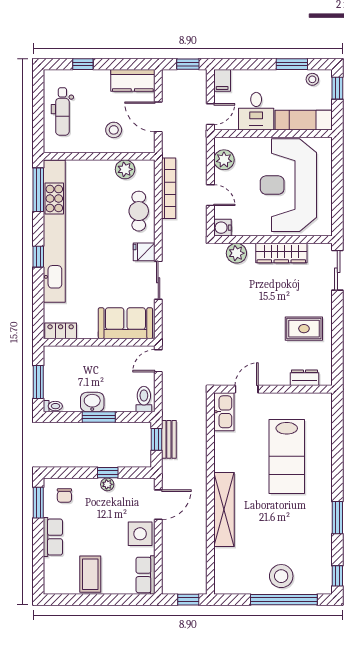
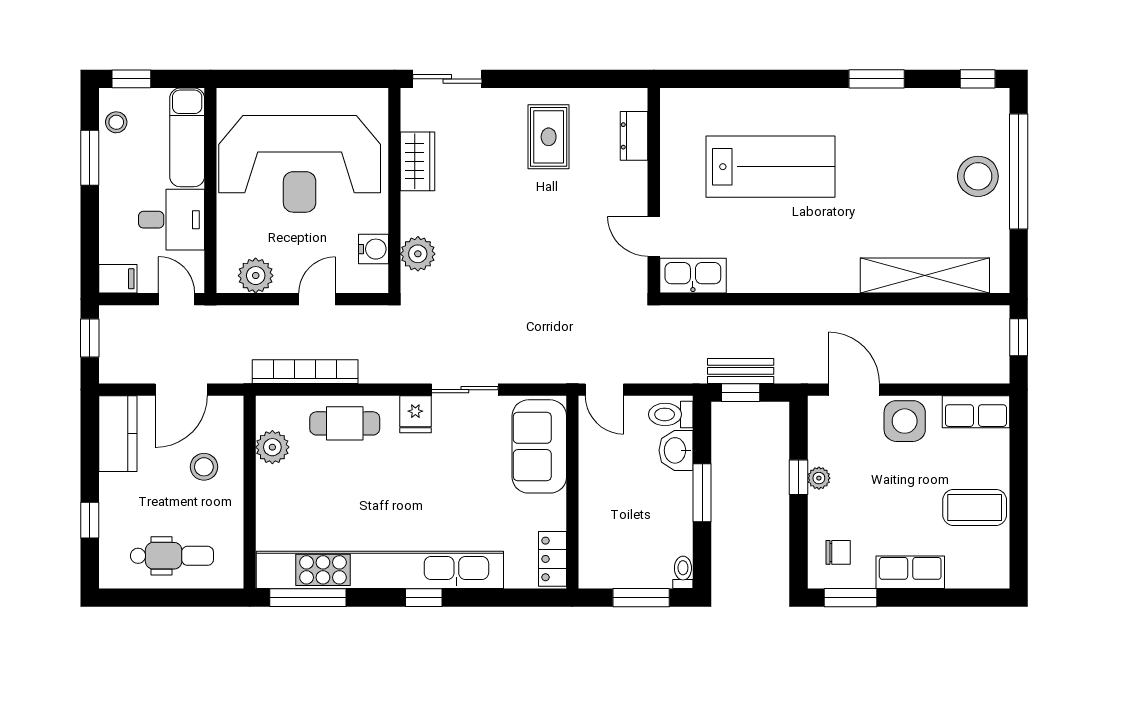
water cooler: (222, 228) -> (373, 249), moved, turned -90
wardrobe: (281, 253) -> (418, 161), width x0.67
washbasin: (92, 402) -> (676, 450), moved
shelving: (224, 509) -> (925, 275), moved

